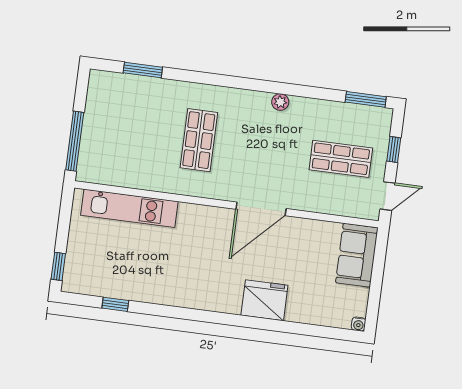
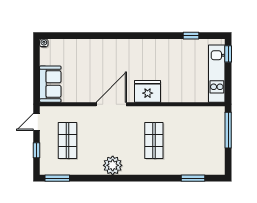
plant: (280, 102) -> (113, 165), width x1.87, depth x1.87
shop shelf: (341, 159) -> (67, 140), turned 90
kitchen unit: (129, 208) -> (217, 74), moved, turned -90
fridge: (264, 300) -> (148, 91), moved, turned 180

